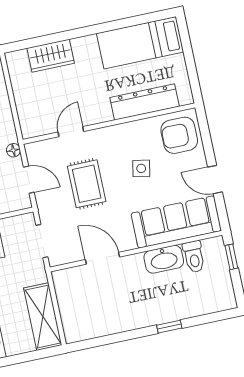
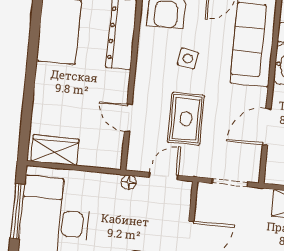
wardrobe: (51, 56) -> (55, 150), moved, turned -90
rug: (87, 184) -> (186, 119), turned 90

